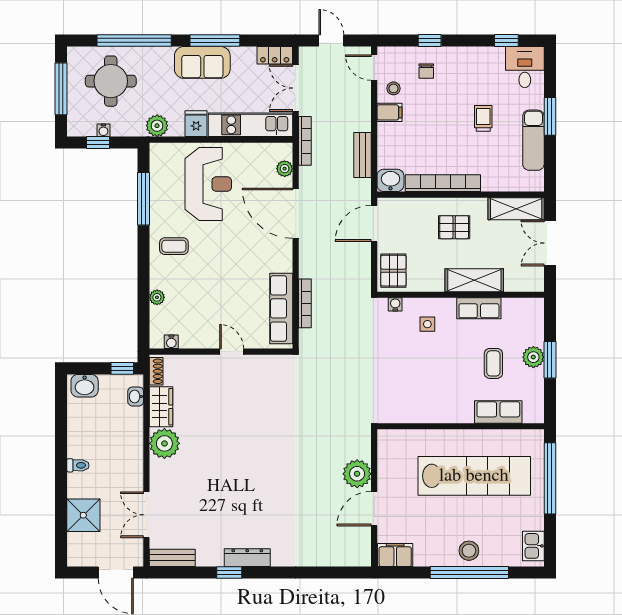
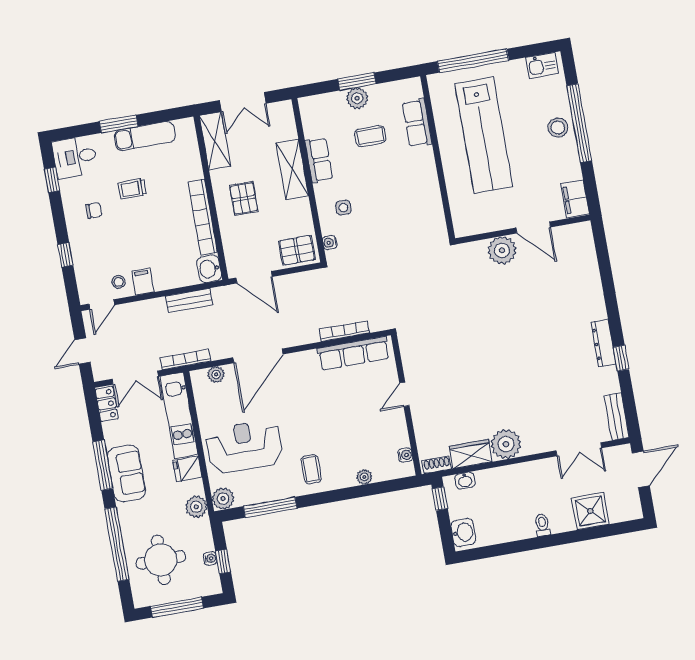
chair: (426, 71) -> (94, 210), moved
plant: (160, 154) -> (223, 499), added
lab bench: (474, 476) -> (484, 135), turned 180

